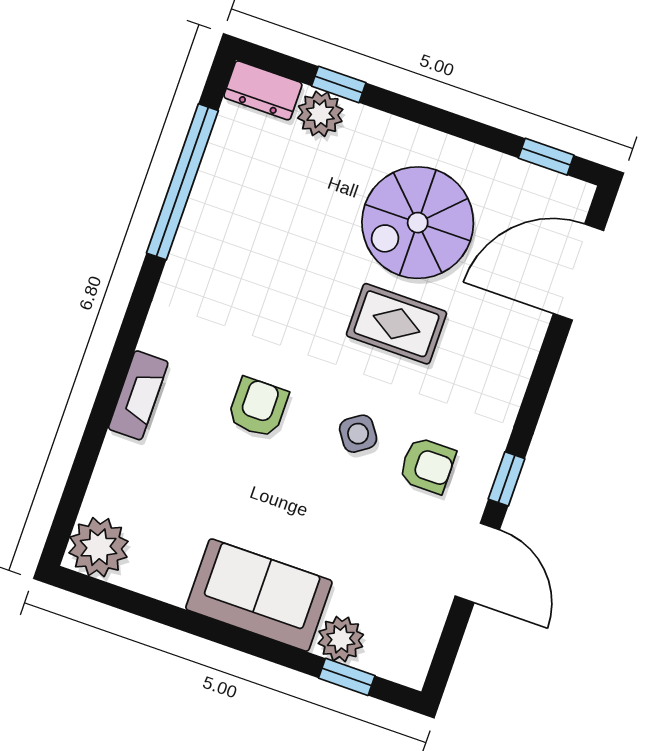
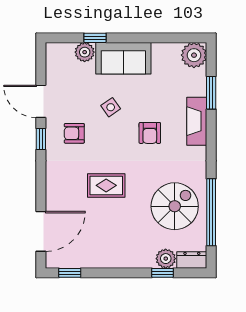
spiral stairs: (418, 223) -> (175, 206), moved
fireplace: (138, 395) -> (197, 121), width x1.37, depth x1.32
side table: (358, 434) -> (111, 107), moved
window: (89, 449) -> (211, 93), added
window: (347, 677) -> (95, 38), moved

